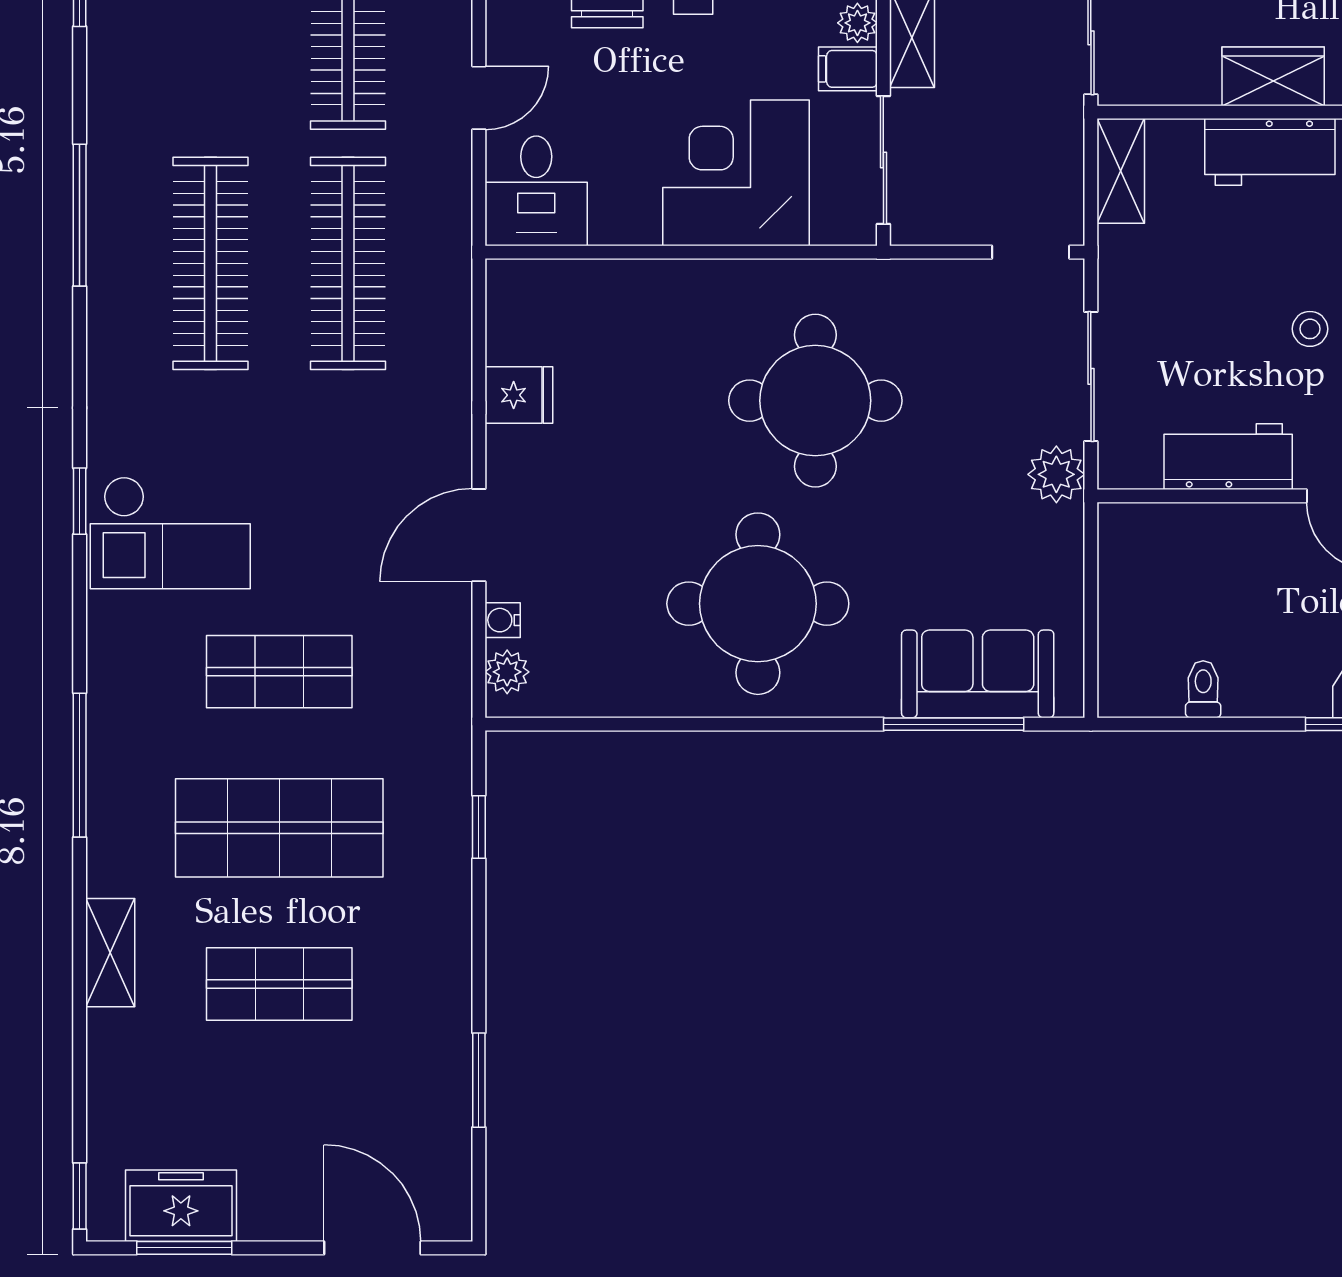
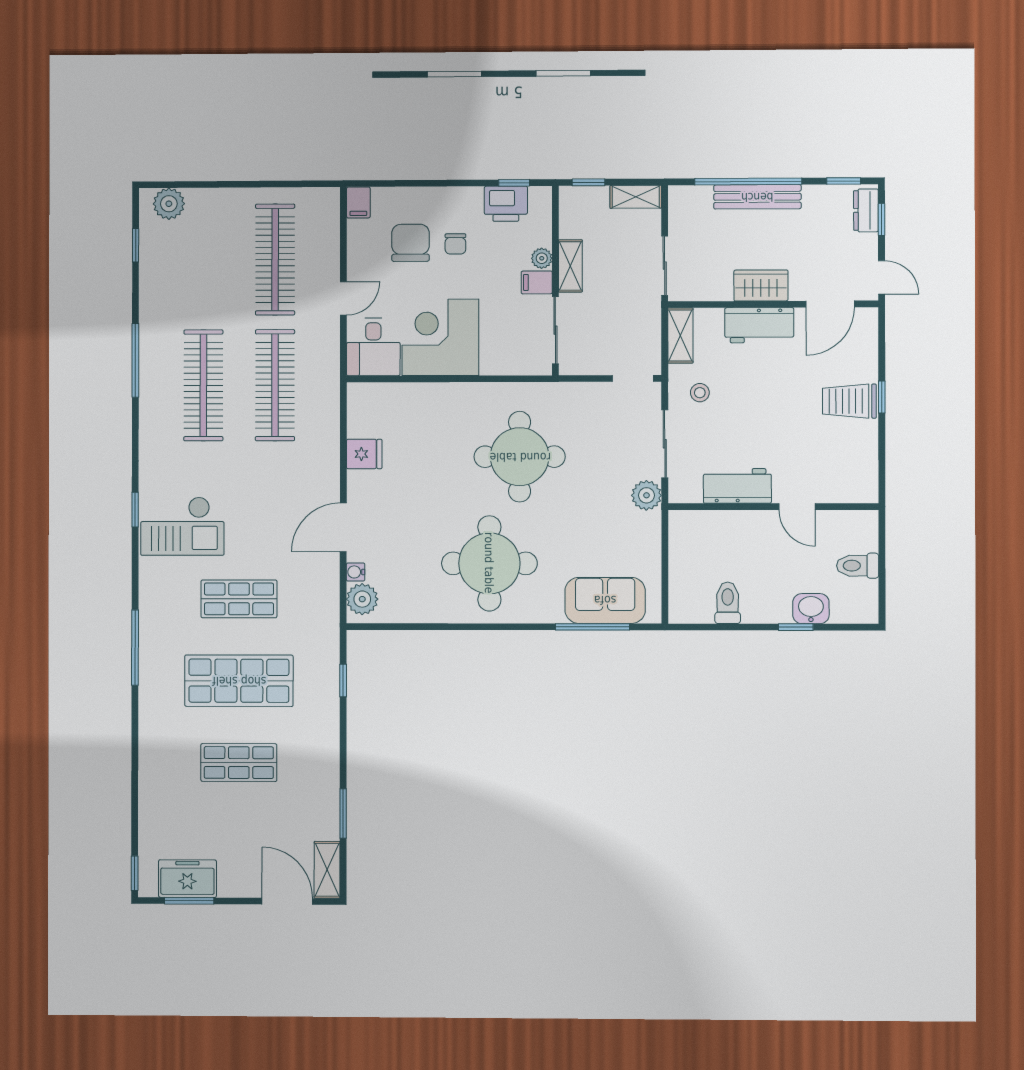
corner desk: (736, 173) -> (440, 337), moved
stool: (1310, 329) -> (700, 393), moved
plant: (507, 672) -> (362, 599), width x1.38, depth x1.38
toilet: (1203, 689) -> (728, 603), width x1.37, depth x1.39
shelving: (110, 953) -> (327, 870), moved

